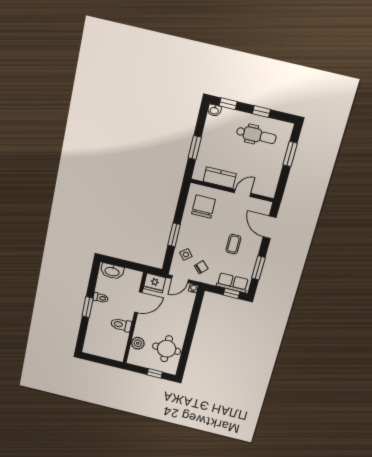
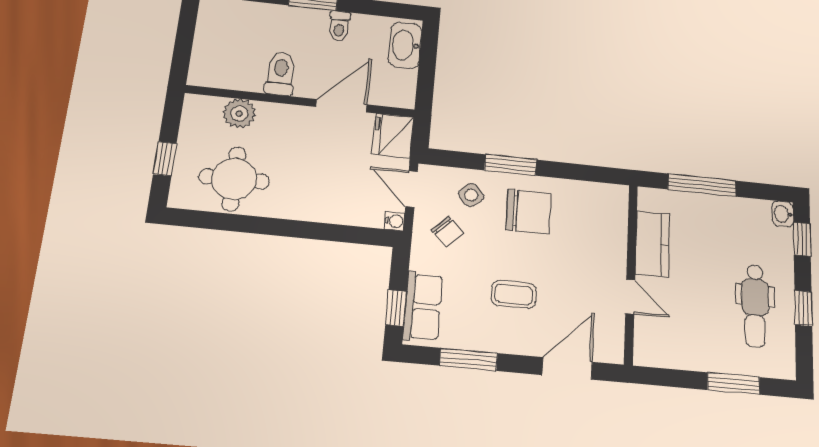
window: (195, 148) -> (702, 185), width x1.44
chair: (203, 207) -> (528, 212), moved
door: (138, 302) -> (341, 106), swing flipped

